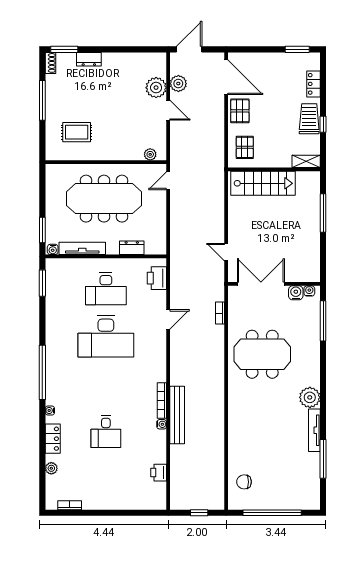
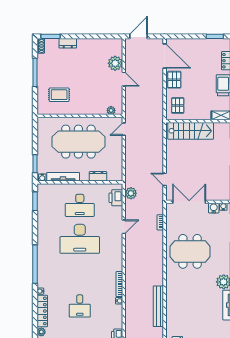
plant: (178, 84) -> (131, 193), moved
bench: (177, 415) -> (158, 306), moved
locker: (53, 439) -> (42, 311), width x1.53

